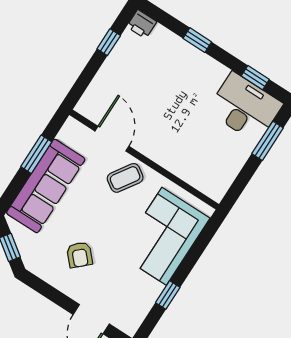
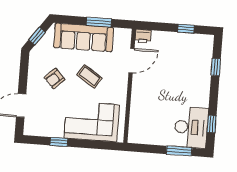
printer: (142, 24) -> (143, 36), moved, turned -90
window: (197, 40) -> (216, 67), moved
coffee table: (125, 178) -> (89, 76), moved

